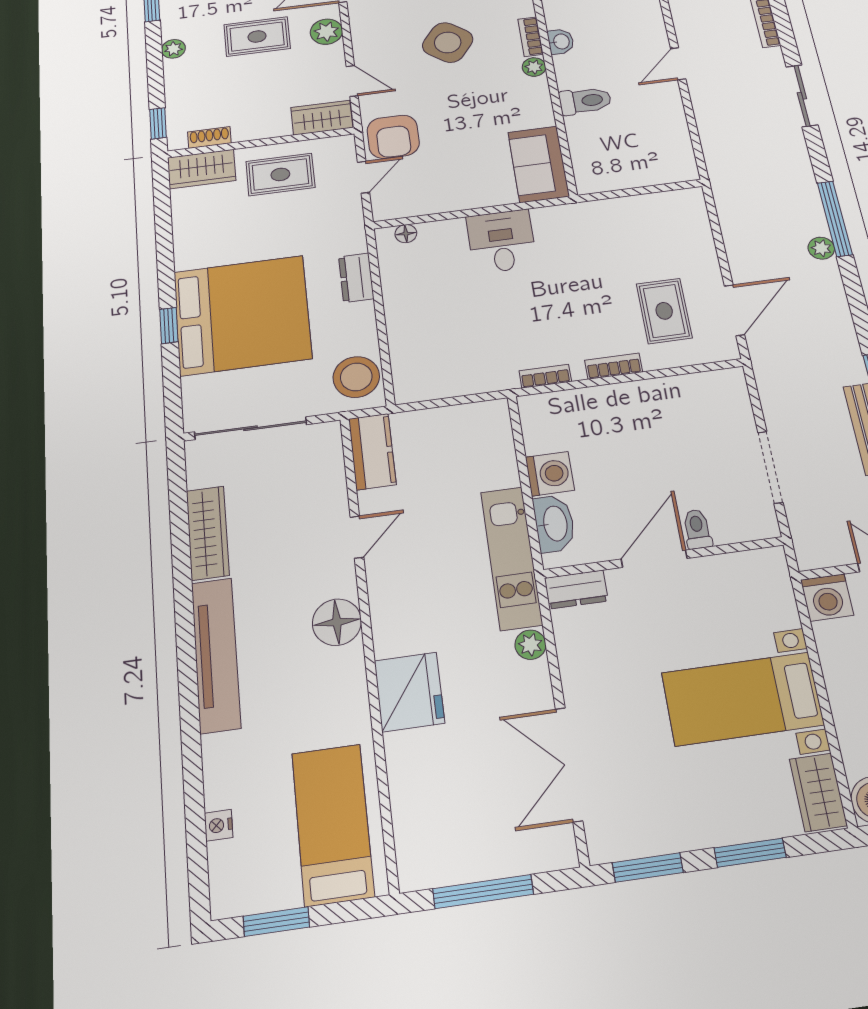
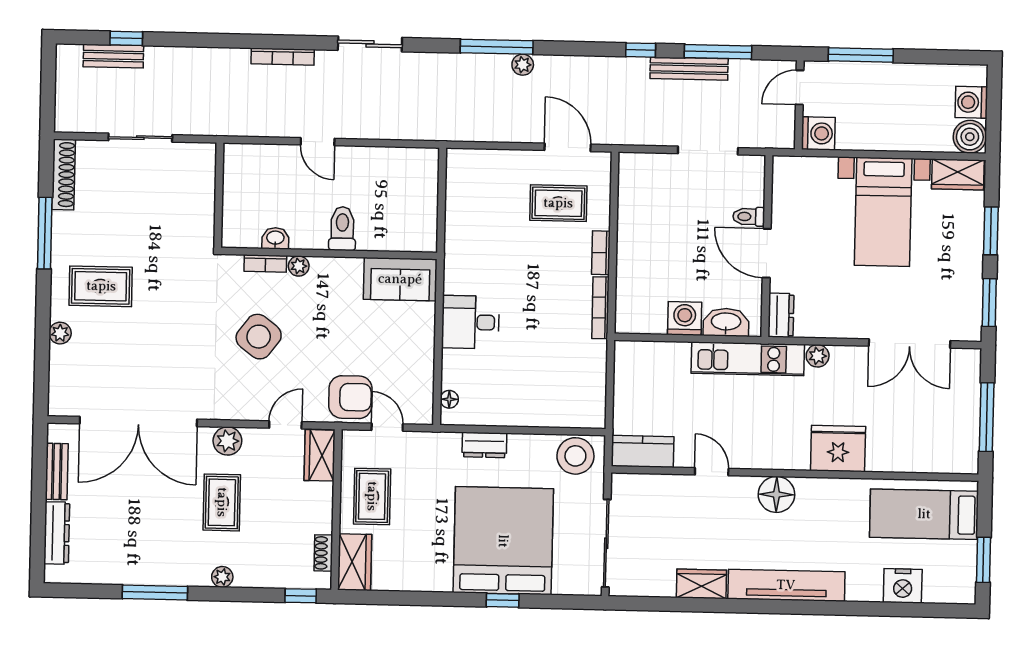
bookcase: (545, 376) -> (600, 308), width x1.56
wardrobe: (208, 533) -> (701, 584), width x0.67
nightstand: (219, 825) -> (903, 586), width x1.89, depth x1.79

